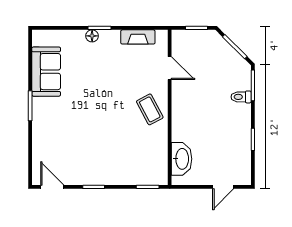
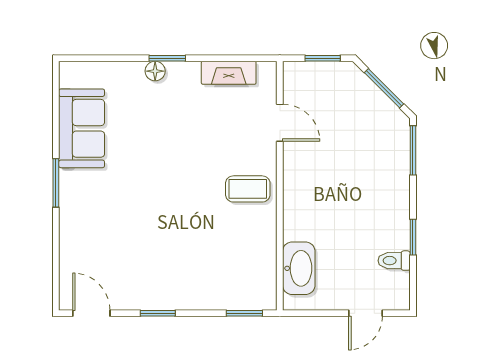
toilet: (241, 97) -> (394, 261), moved
coffee table: (150, 109) -> (248, 189), turned -62

